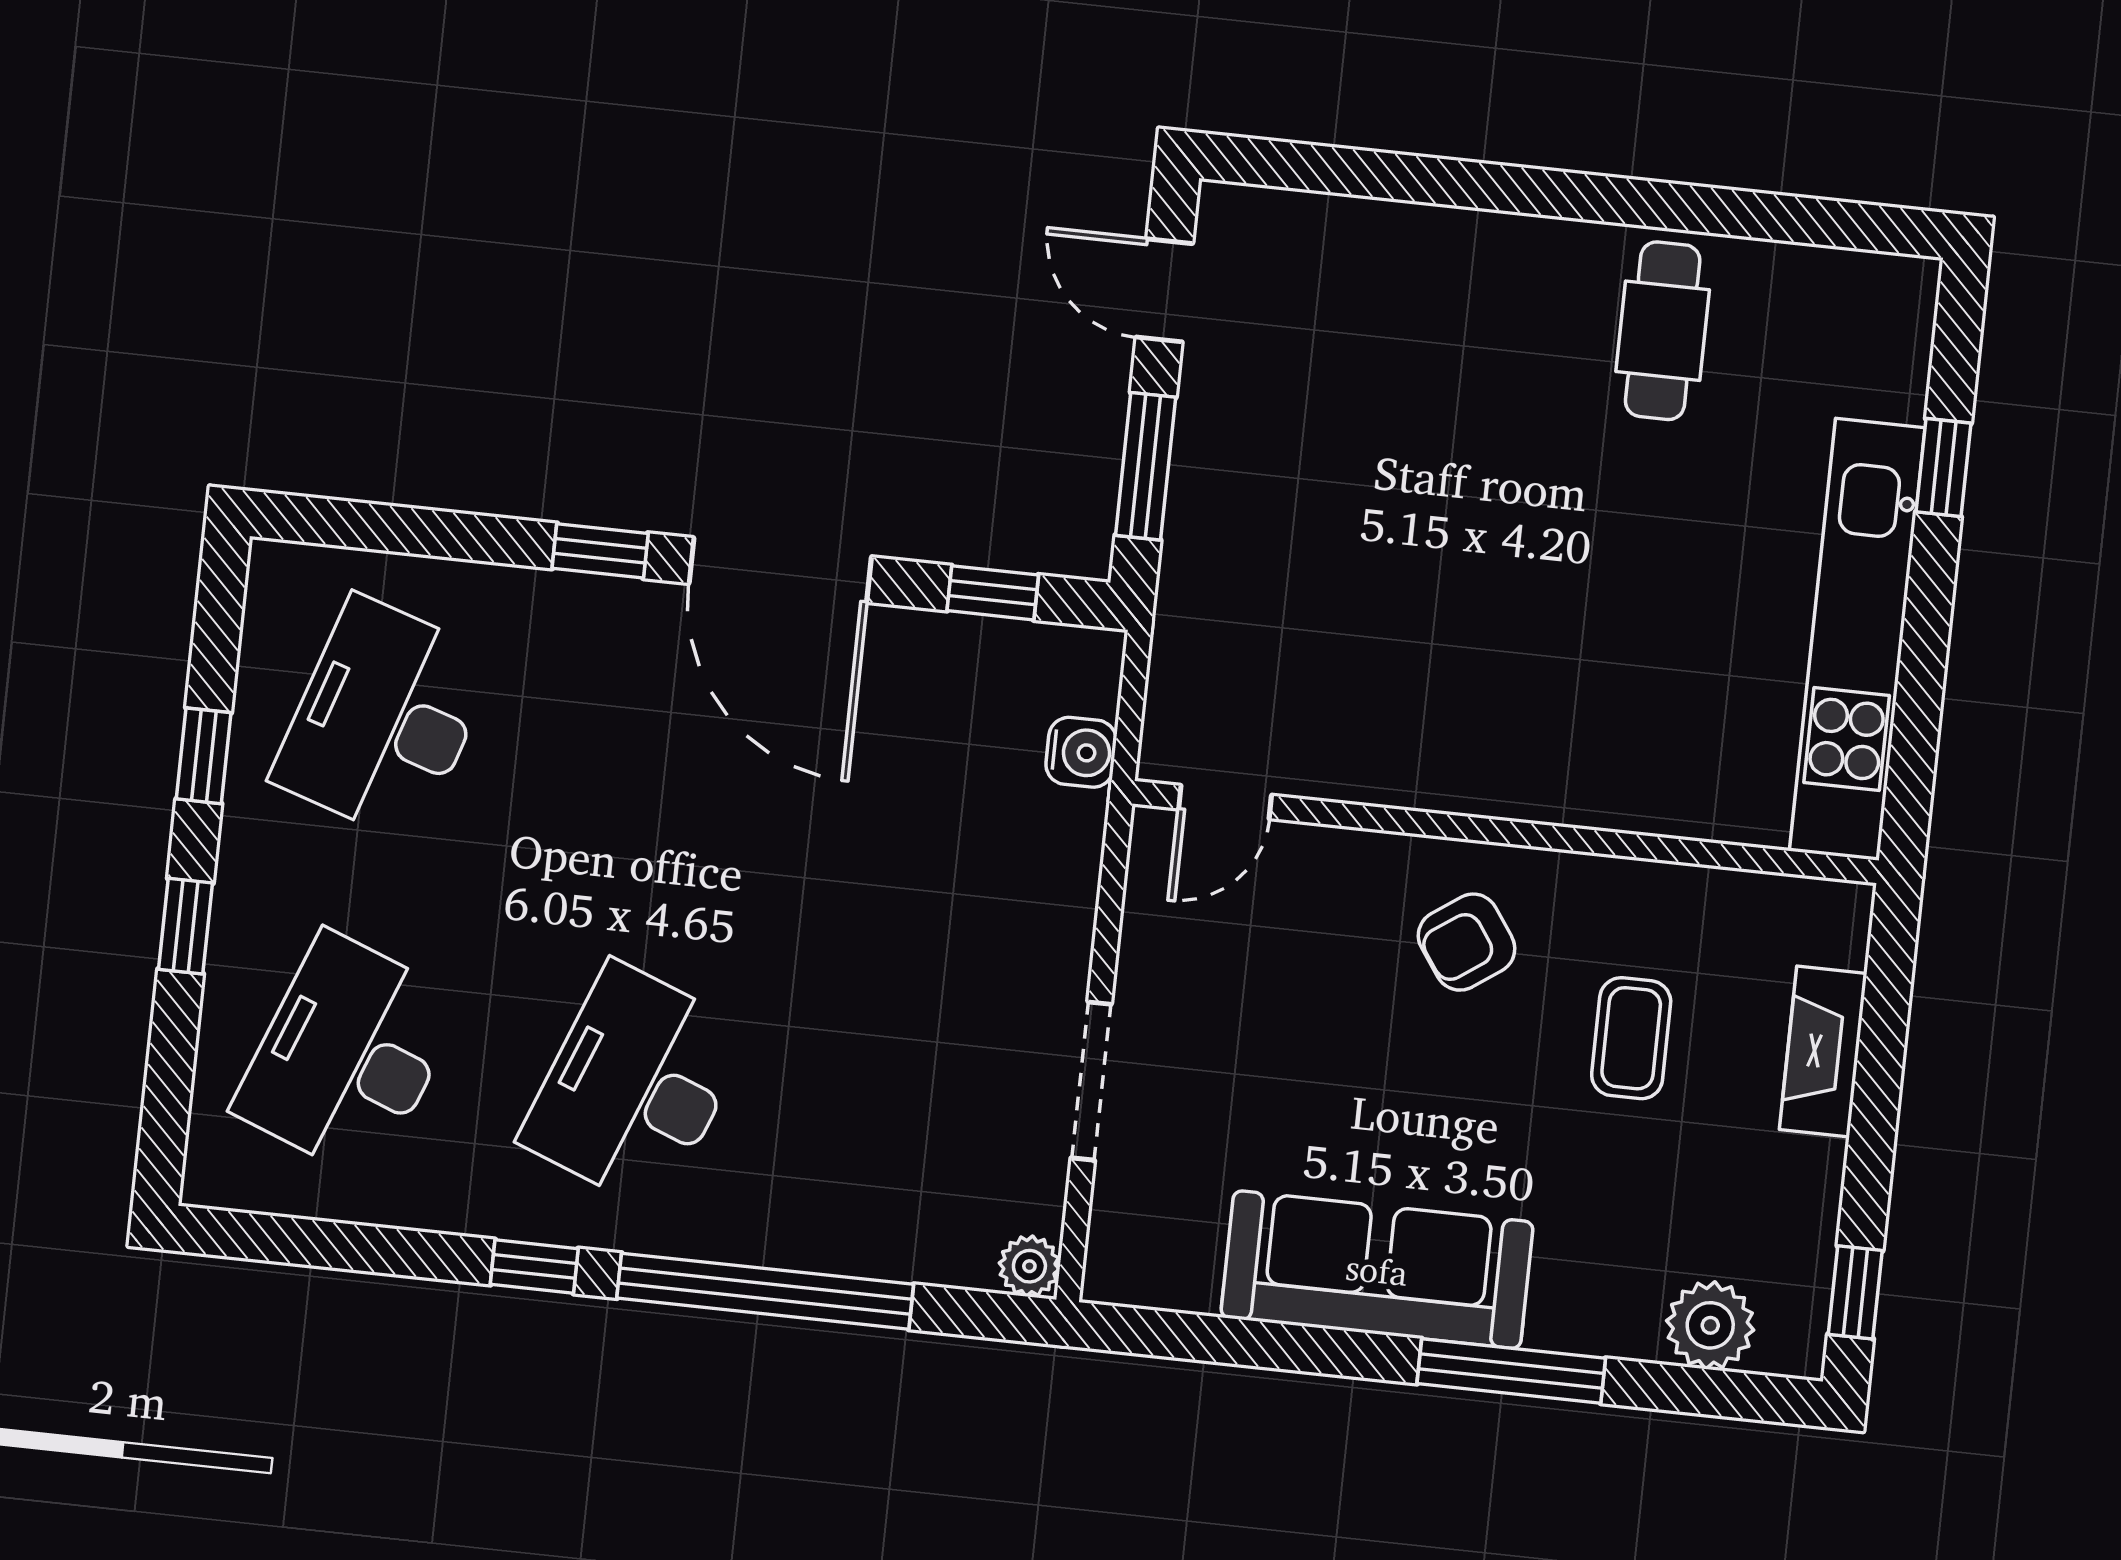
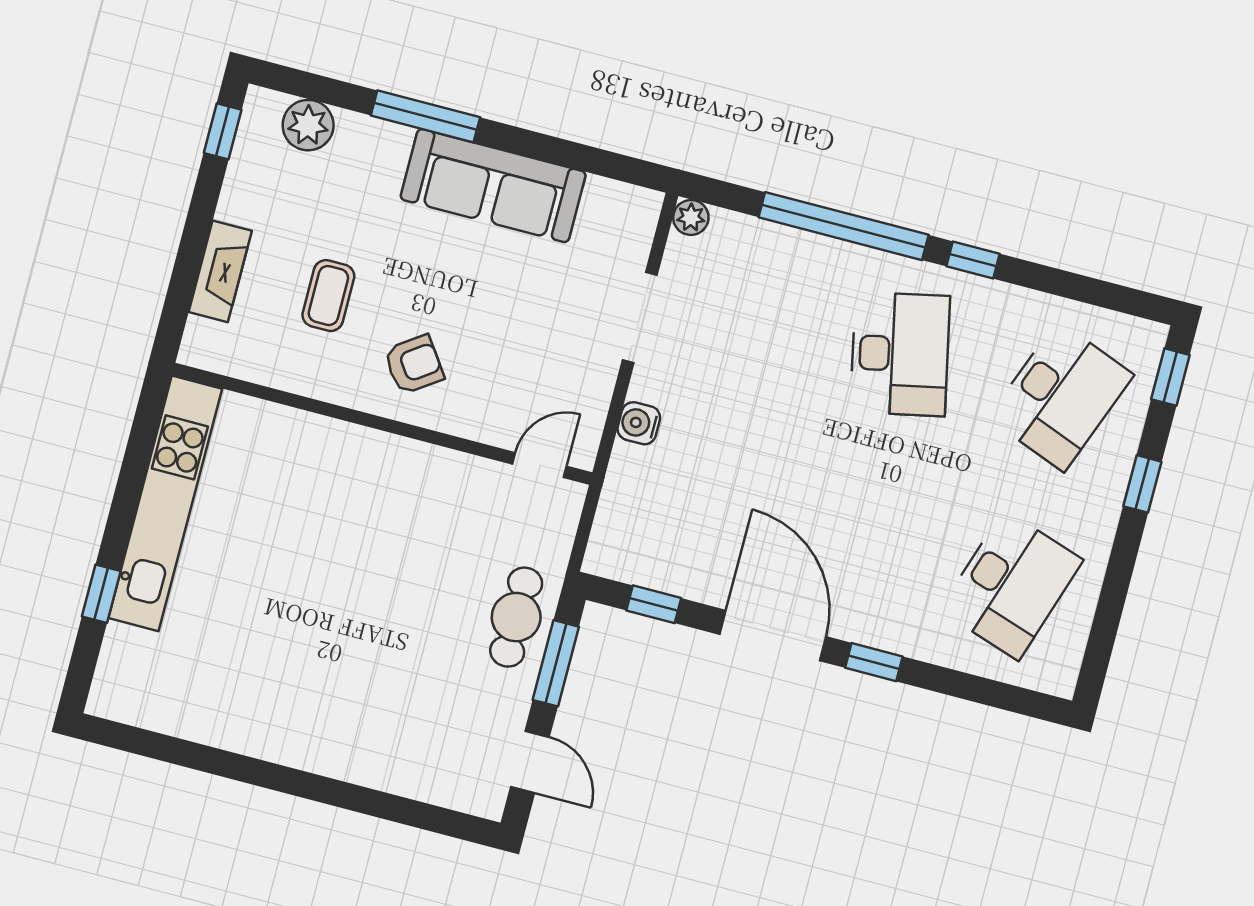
cafe table: (1663, 331) -> (516, 617), moved
water cooler: (1081, 752) -> (639, 423), moved
window: (204, 756) -> (1170, 377), moved
desk: (635, 1086) -> (900, 354), turned -33

